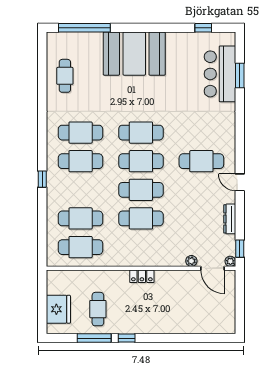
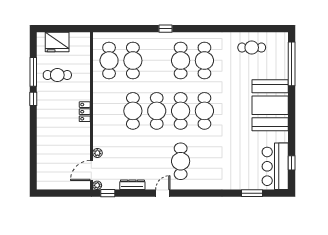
bar counter: (220, 74) -> (275, 166), moved, turned -90

